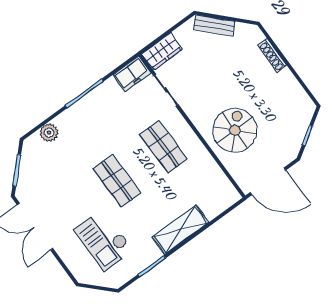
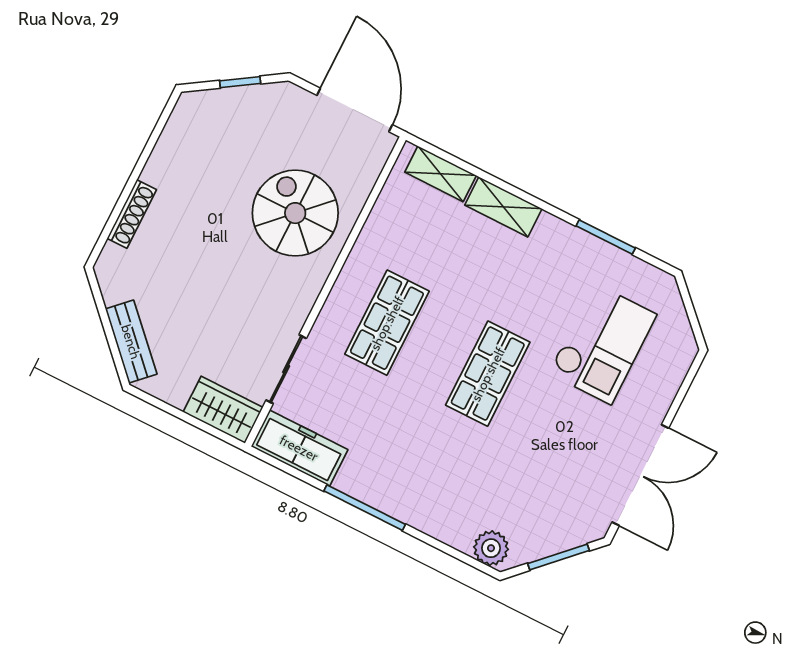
freezer: (132, 74) -> (299, 448), width x1.40
spiral stairs: (235, 130) -> (295, 213), turned 90
plant: (49, 133) -> (491, 548), moved
shelving: (219, 206) -> (441, 174), added
shelving: (180, 230) -> (503, 207), width x0.67, depth x0.75

